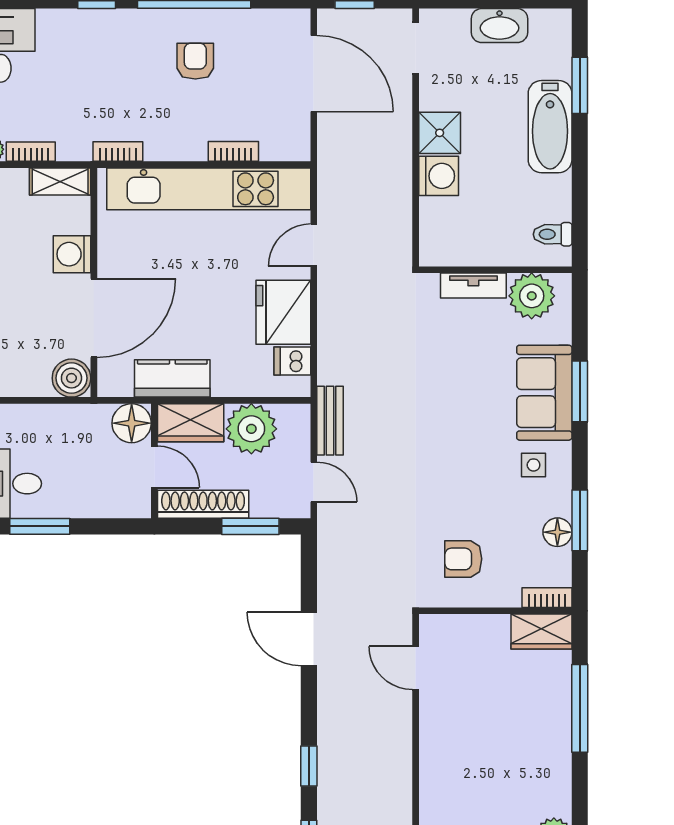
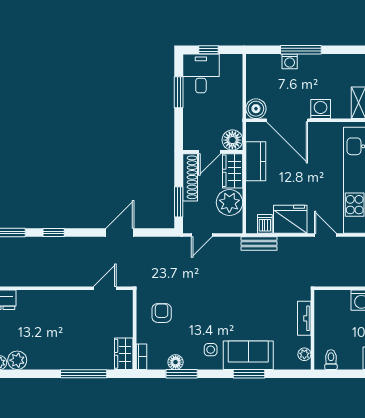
plant: (532, 296) -> (304, 354), width x0.53, depth x0.53
bench: (330, 421) -> (259, 244), moved

